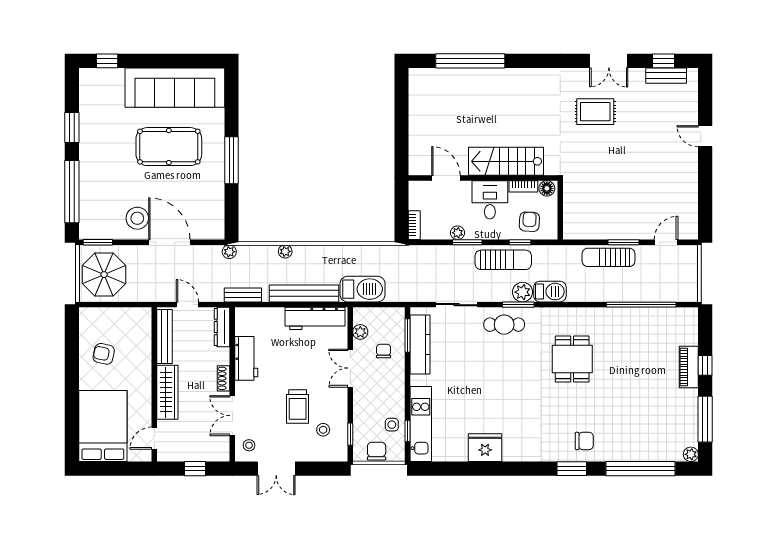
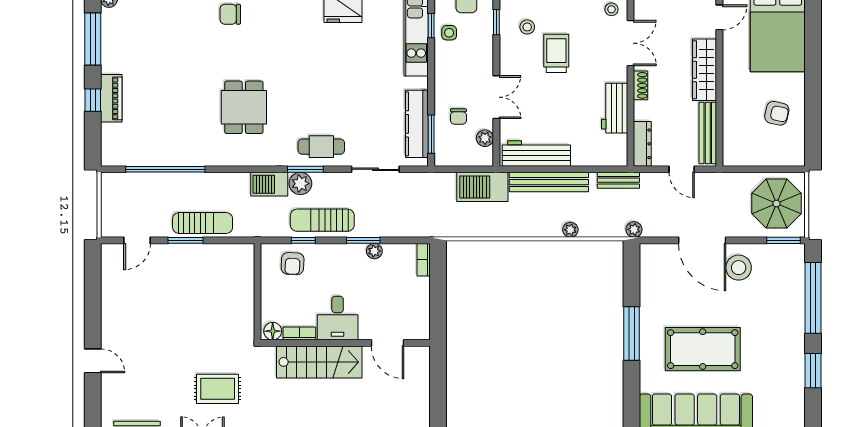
stairs: (506, 161) -> (319, 362), moved
door: (446, 178) -> (387, 343), moved
wall: (483, 178) -> (345, 343), moved
bookcase: (523, 186) -> (299, 333), moved
floor lamp: (547, 188) -> (273, 331), moved
desk: (490, 200) -> (338, 318), moved

